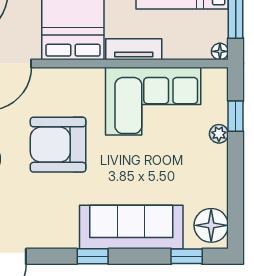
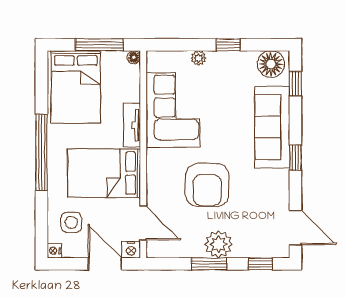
window: (236, 116) -> (228, 45), moved

